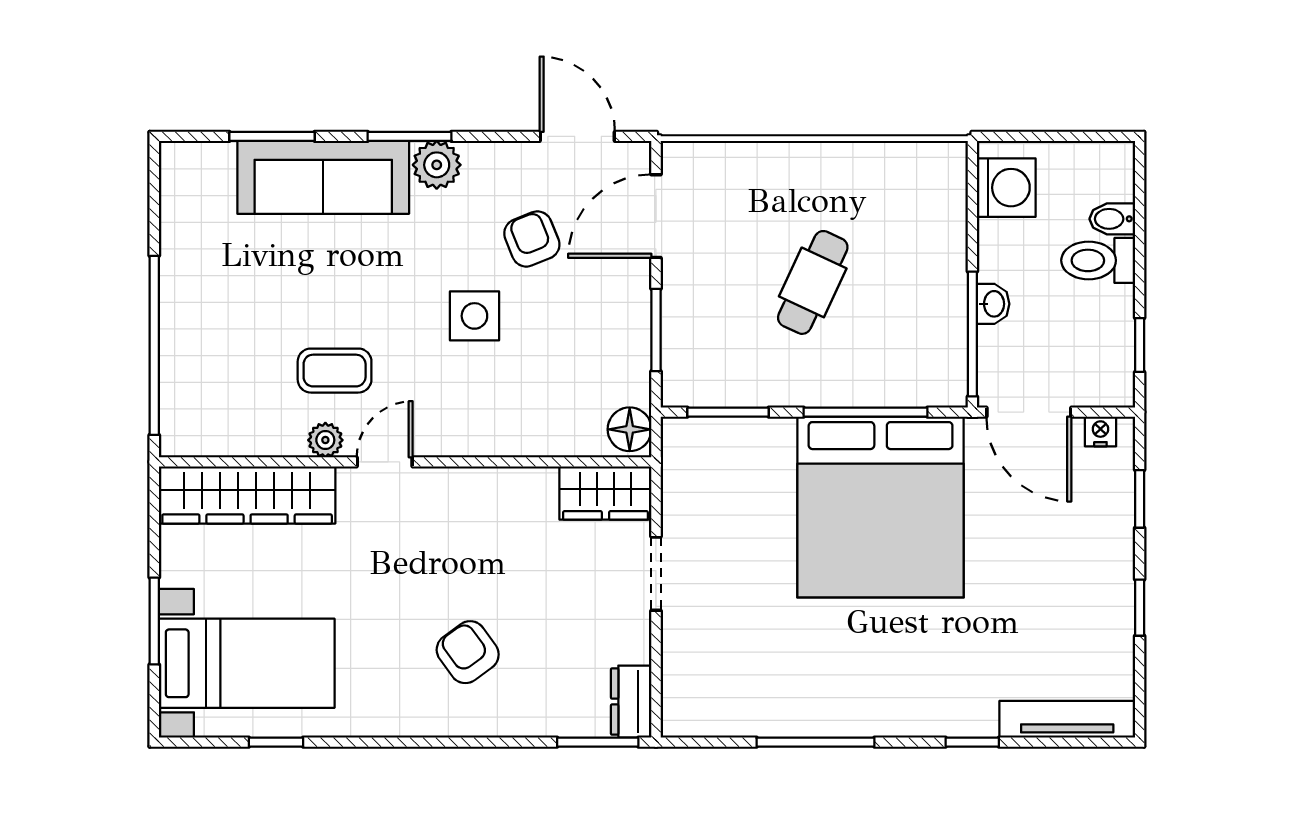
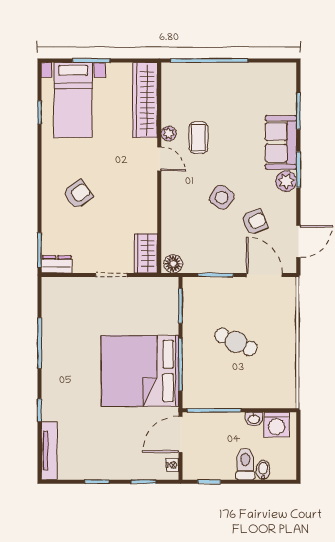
sofa: (323, 177) -> (281, 142), width x0.73
washbasin: (993, 304) -> (254, 419), moved
side table: (474, 316) -> (222, 197), turned 34

